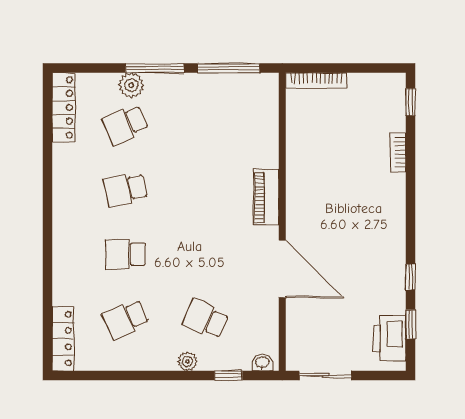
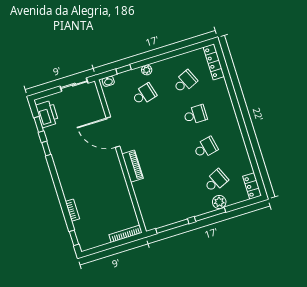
locker: (64, 107) -> (252, 186), width x0.66
school desk: (206, 319) -> (144, 94), turned -39

